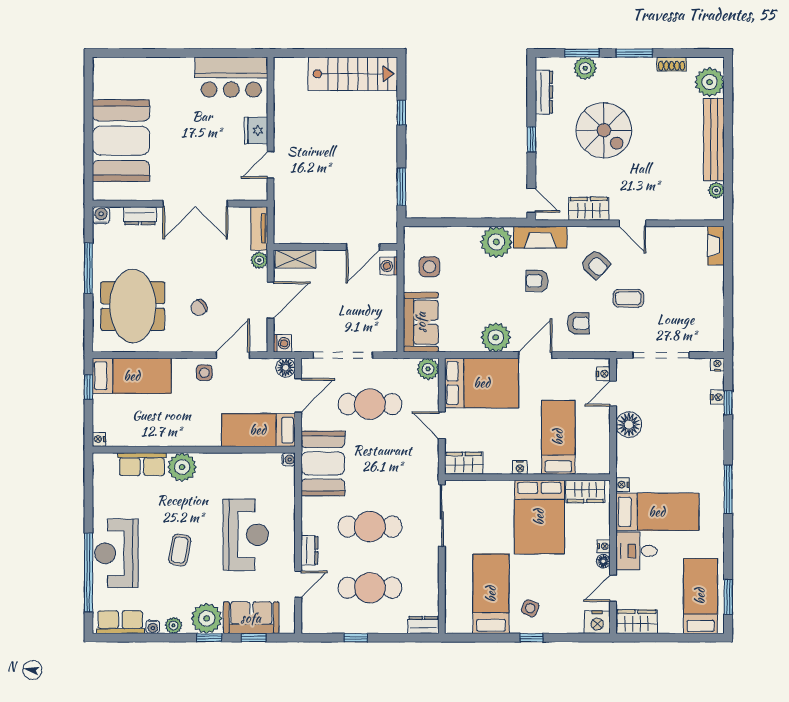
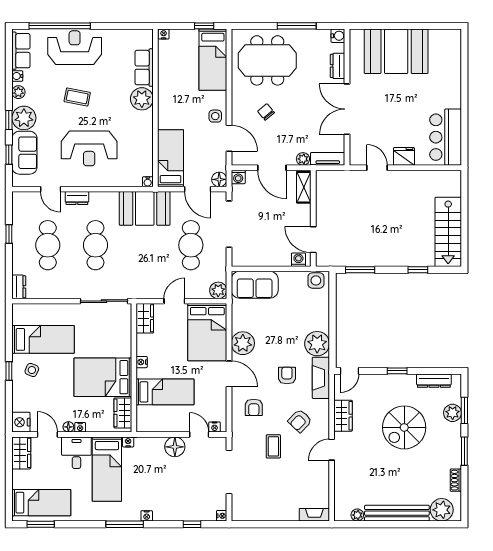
side table: (429, 267) -> (316, 280), moved
nightstand: (717, 397) -> (147, 516), moved

